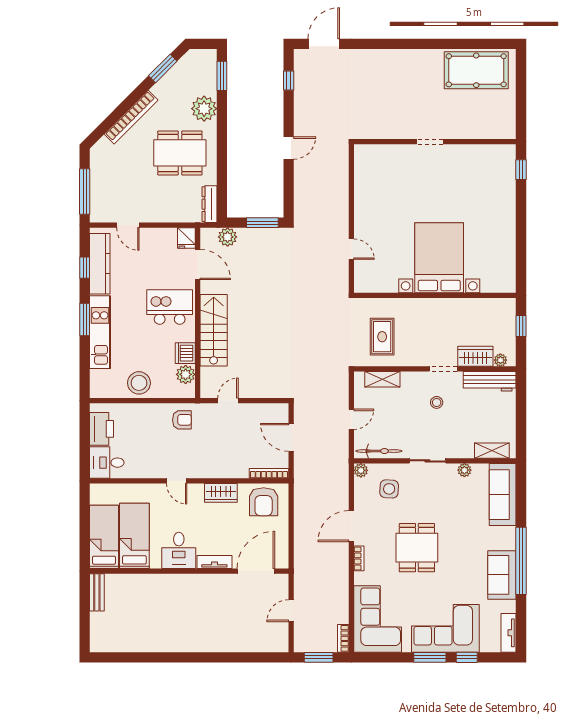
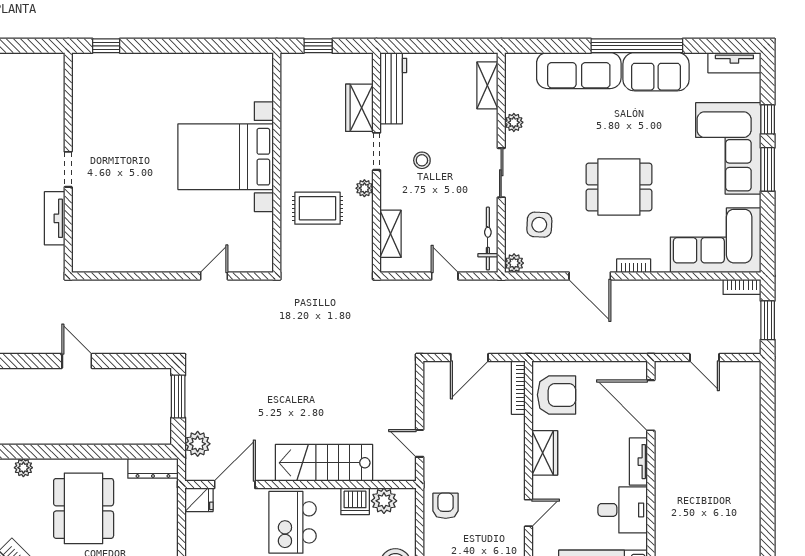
plant: (204, 109) -> (23, 468), width x0.53, depth x0.53
tv unit: (394, 132) -> (55, 218), added
rug: (382, 337) -> (317, 208), moved
plant: (500, 360) -> (364, 188), moved
sofa: (503, 495) -> (579, 71), moved

